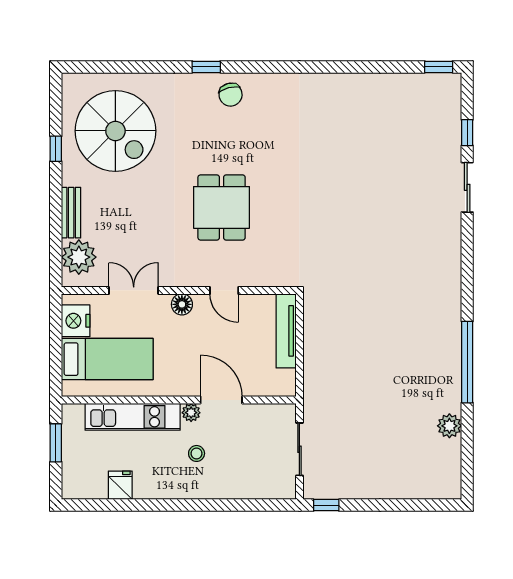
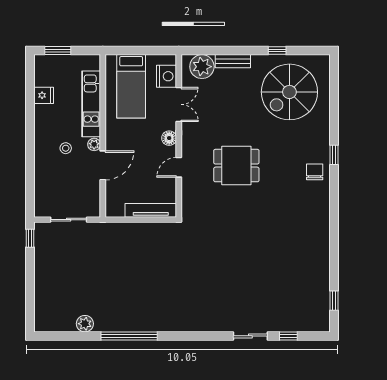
window: (439, 67) -> (334, 301), moved
chair: (231, 95) -> (315, 172), turned 105
nightstand: (76, 321) -> (167, 76), moved, turned 90
window: (56, 443) -> (58, 51), moved

